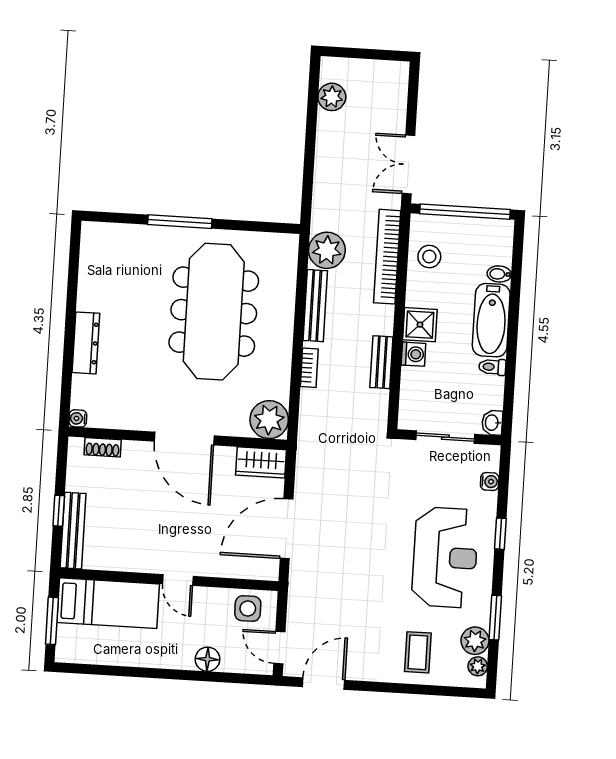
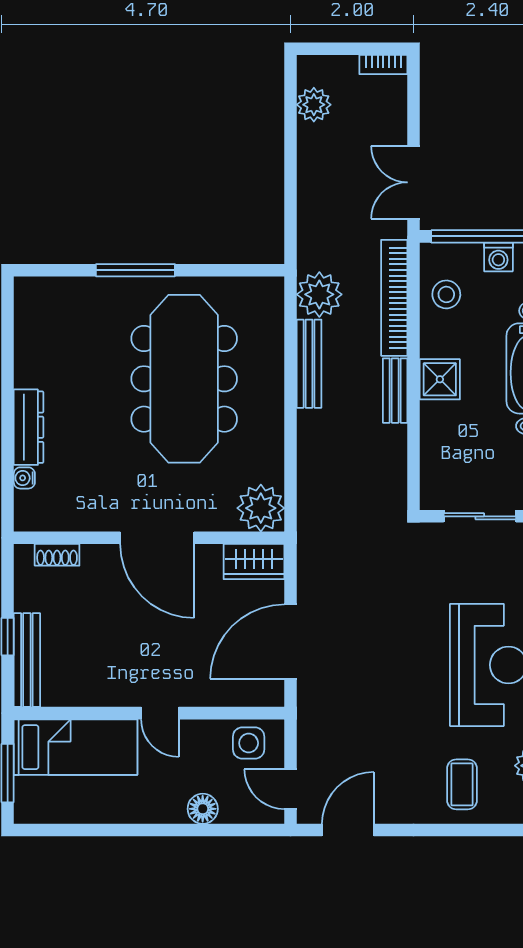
washing machine: (413, 354) -> (498, 257), moved, turned 90
bench: (381, 362) -> (395, 391), moved
bookcase: (309, 368) -> (383, 65), moved, turned 90
water cooler: (78, 418) -> (24, 478), moved

